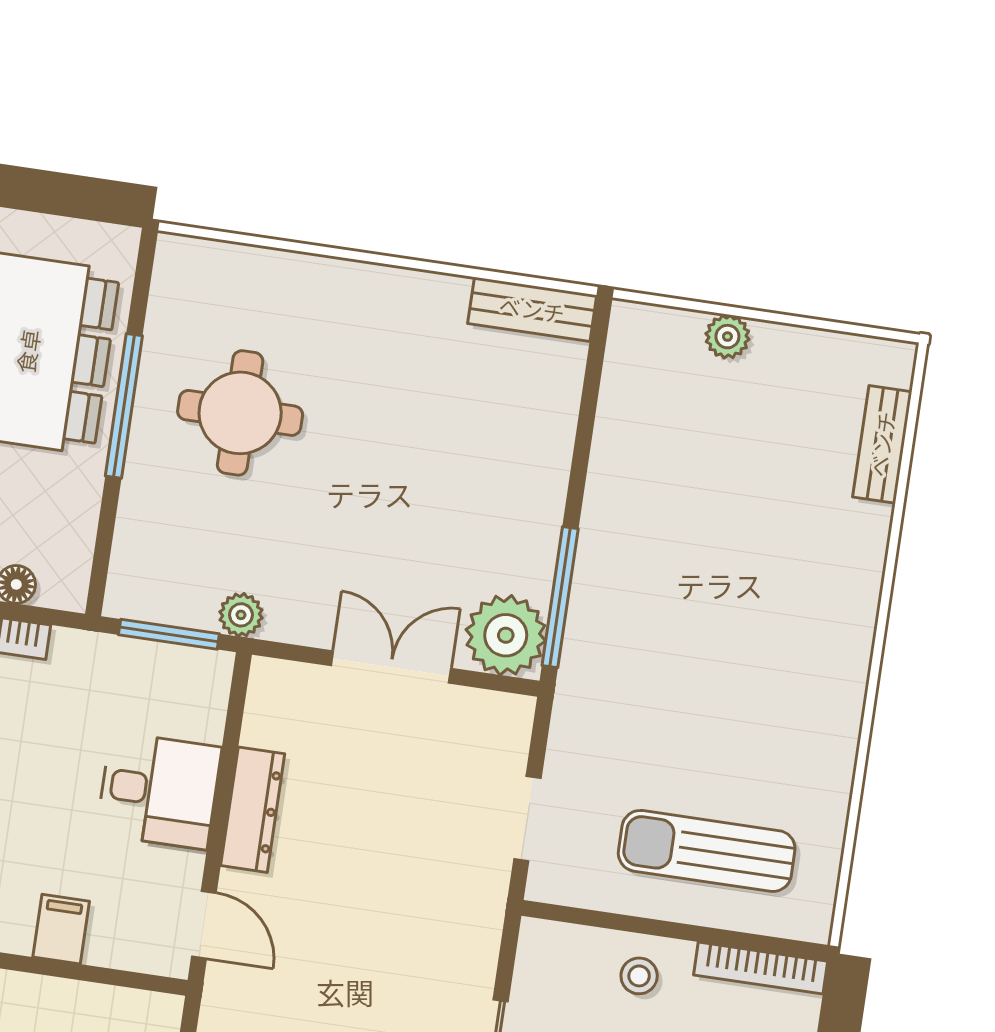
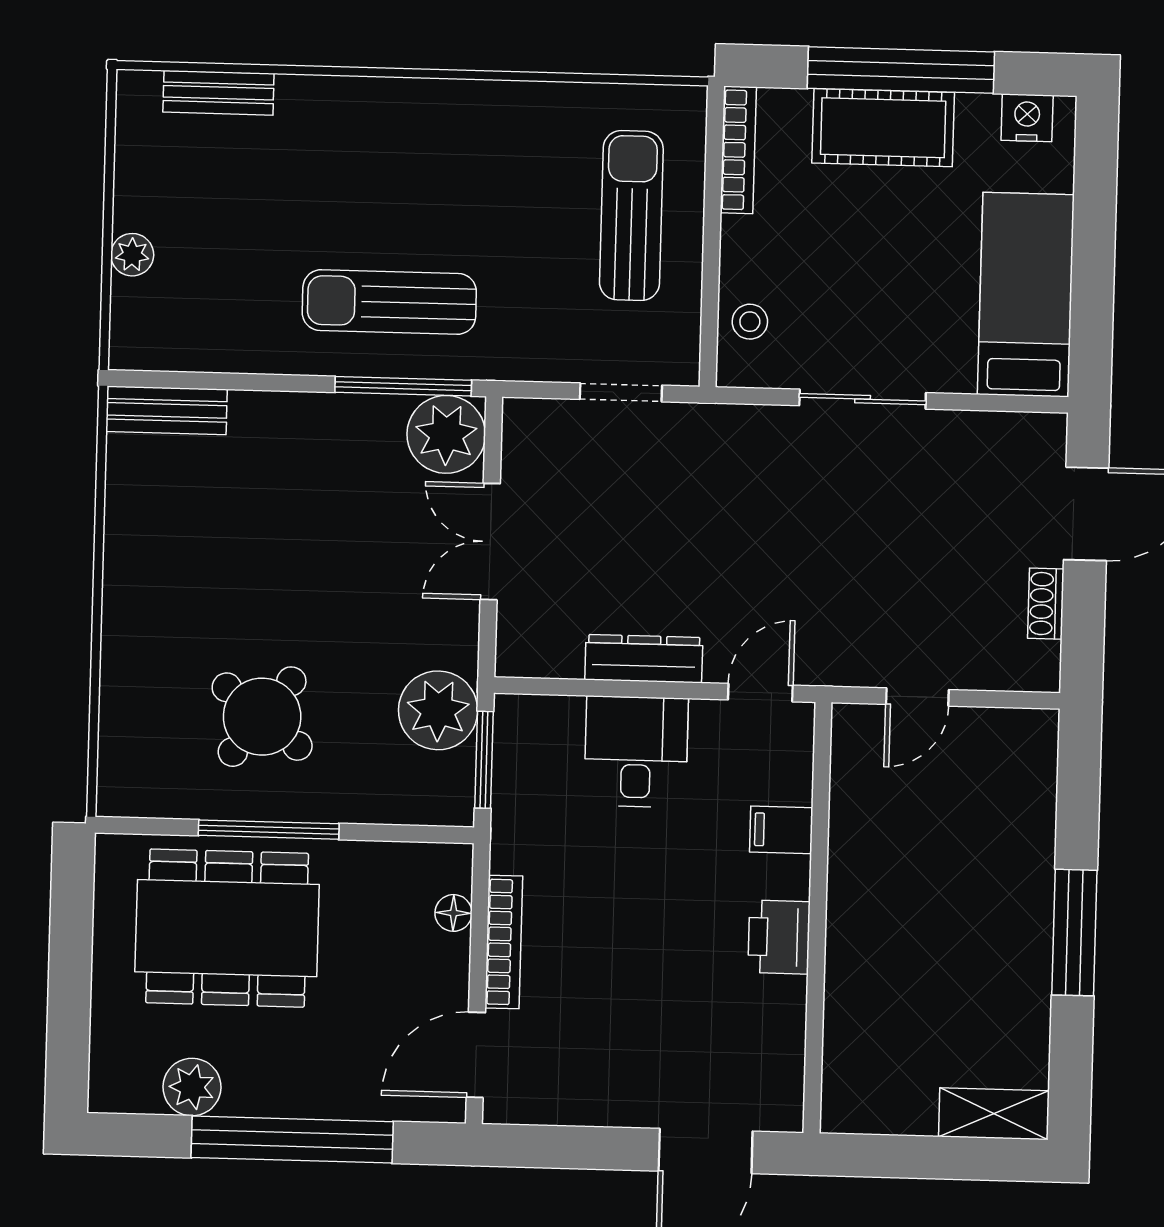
bench: (532, 309) -> (167, 410), moved, turned 90
round table: (240, 413) -> (262, 717), turned 38
sun lounger: (648, 593) -> (389, 302), added
plant: (241, 615) -> (438, 710), width x1.87, depth x1.87
sun lounger: (707, 851) -> (631, 216), turned 180
stool: (639, 976) -> (750, 322), moved

